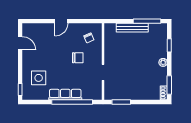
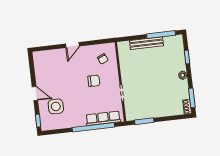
door: (20, 43) -> (35, 94), moved
row of seats: (65, 95) -> (103, 118), moved

